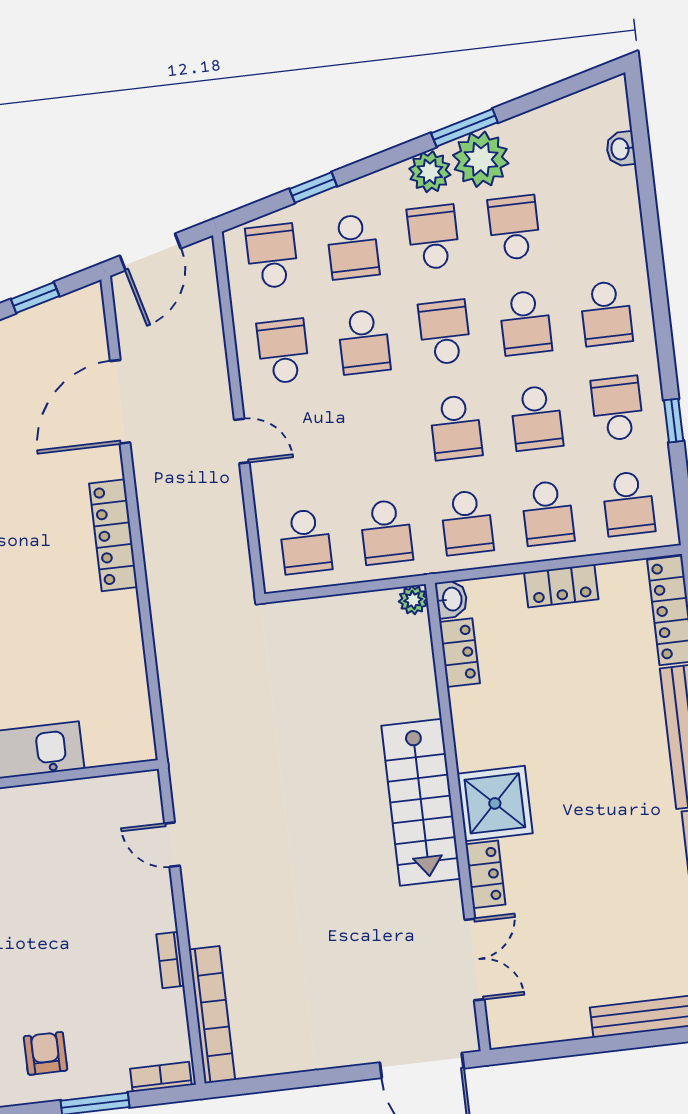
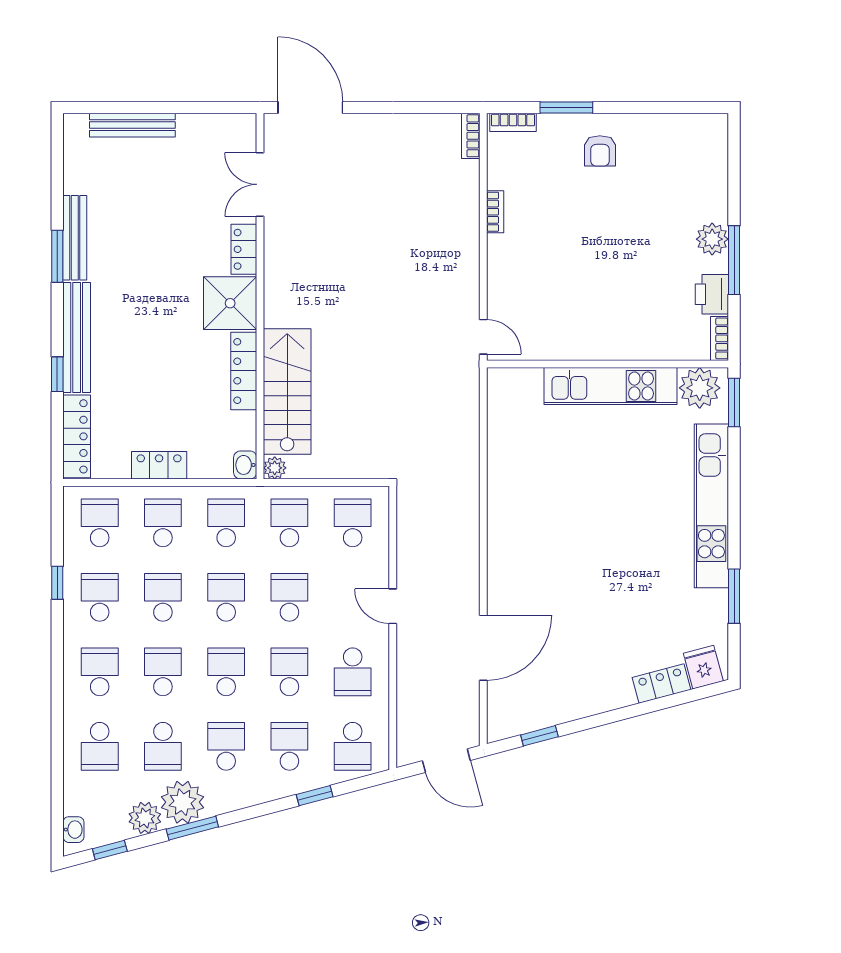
window: (566, 87) -> (110, 850), added
washbasin: (621, 149) -> (73, 830), moved
plant: (430, 172) -> (145, 818), moved
school desk: (595, 218) -> (100, 746), added
school desk: (433, 237) -> (226, 746), turned 180
door: (150, 252) -> (446, 761), swing flipped
school desk: (445, 332) -> (226, 672), turned 180
school desk: (617, 408) -> (100, 597), turned 180
school desk: (375, 437) -> (289, 597), added
locker: (113, 535) -> (501, 545), removed
locker: (460, 653) -> (244, 371), moved, width x1.53
stairs: (421, 802) -> (287, 391), moved
door: (172, 845) -> (483, 337), moved
bookcase: (212, 1015) -> (471, 136), width x0.43, depth x0.76

